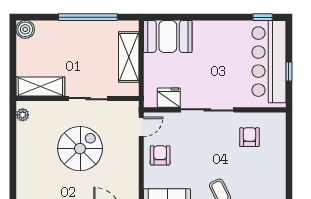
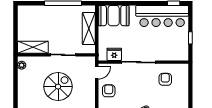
boiler: (25, 29) -> (23, 11), removed
bar counter: (269, 62) -> (162, 16), moved, turned -90

